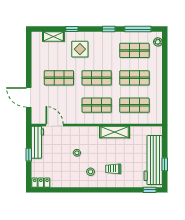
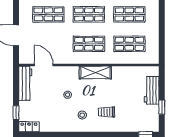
shelving: (115, 132) -> (95, 73), moved
window: (29, 155) -> (16, 113), moved
workbench: (153, 160) -> (152, 90), width x0.53, depth x0.76

